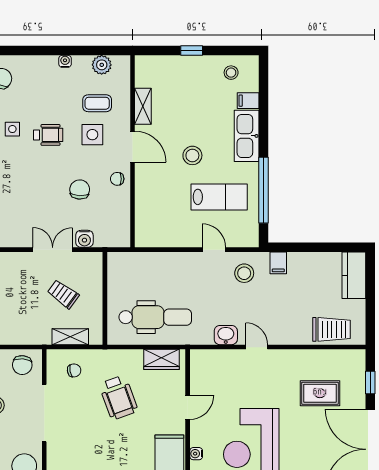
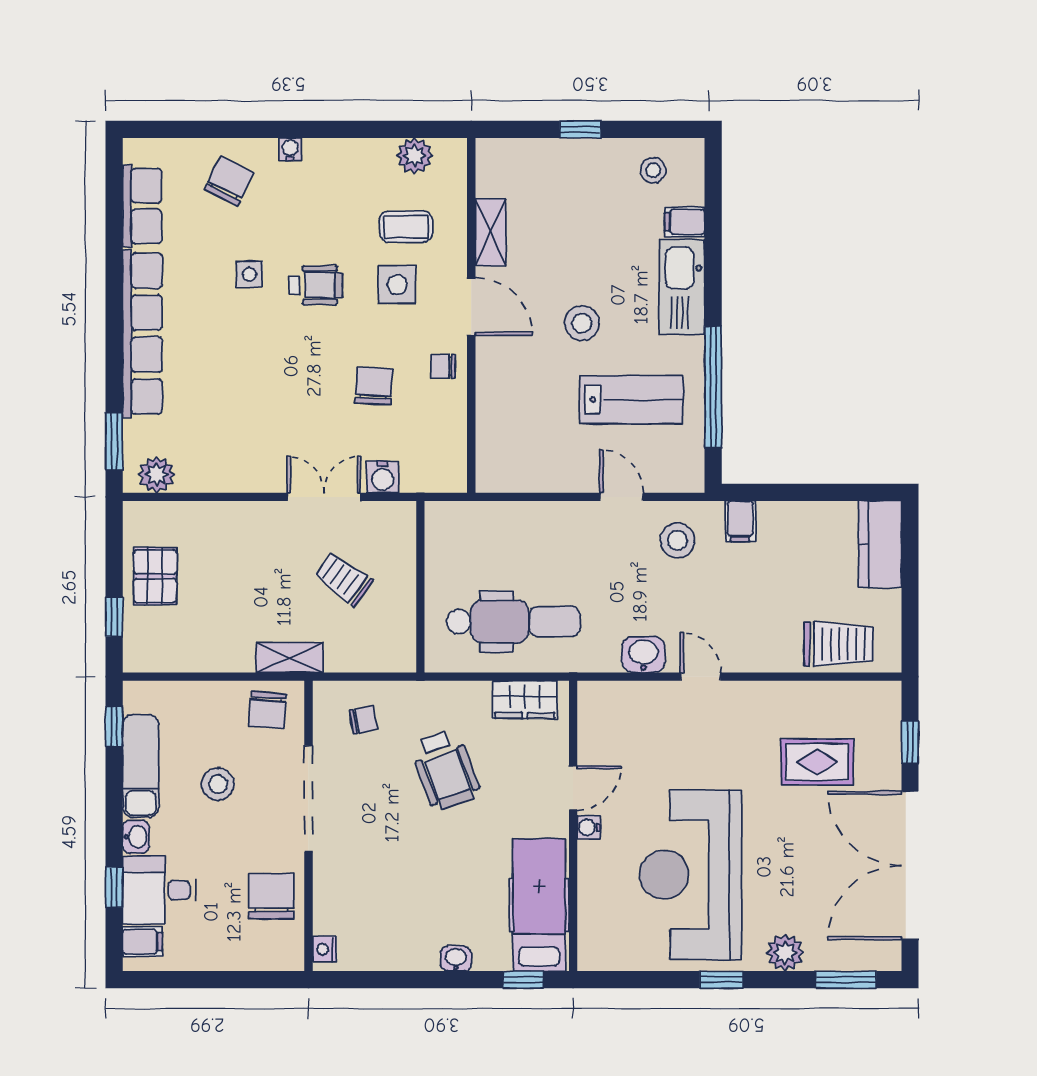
water cooler: (65, 61) -> (290, 149), moved
shelving: (70, 337) -> (289, 658), moved
water cooler: (196, 454) -> (589, 827), moved

